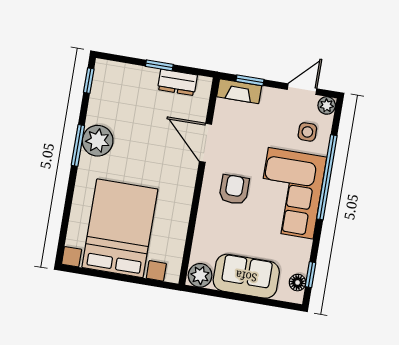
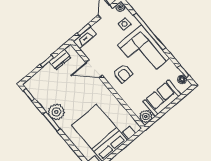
armchair: (234, 190) -> (123, 73), turned 180

